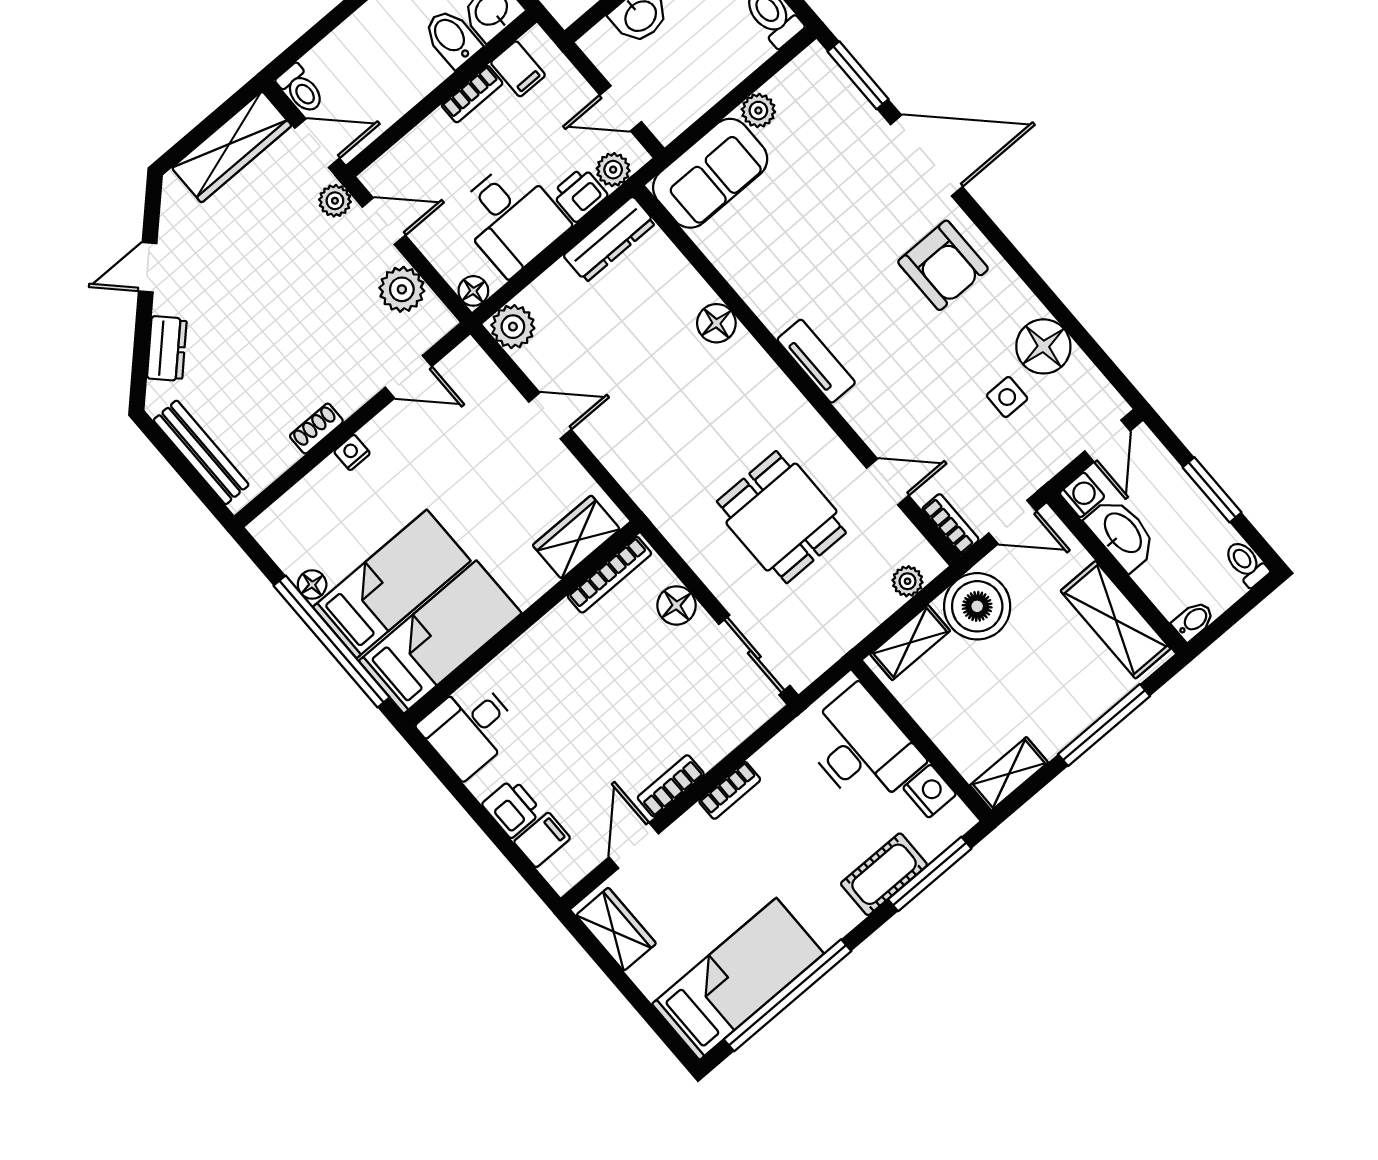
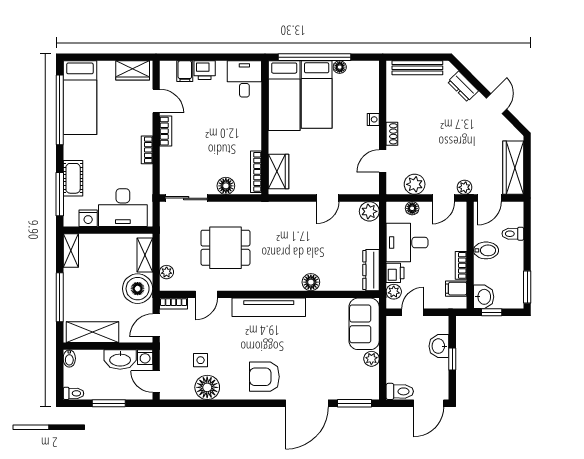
bidet: (452, 38) -> (486, 250), moved
toilet: (301, 89) -> (513, 234), moved
floor lamp: (473, 291) -> (412, 208), moved
tv unit: (816, 361) -> (269, 307), width x1.92, depth x1.29
shoe rack: (316, 429) -> (392, 134), moved

